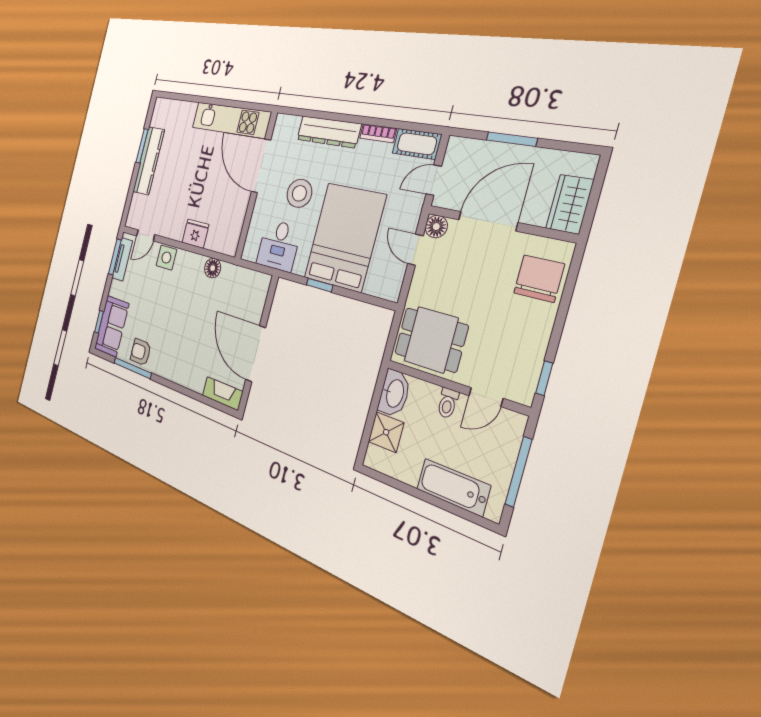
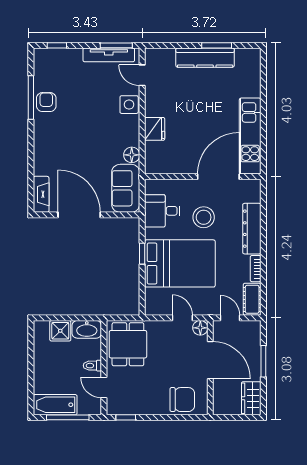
wardrobe: (570, 204) -> (251, 398), moved, turned -90
door: (415, 250) -> (182, 318), hinge flipped
tv unit: (122, 259) -> (109, 55), width x1.41
sofa: (112, 326) -> (126, 188), moved, turned 90
door: (256, 354) -> (79, 215), hinge flipped
bathtub: (453, 487) -> (55, 405), moved, turned -90

